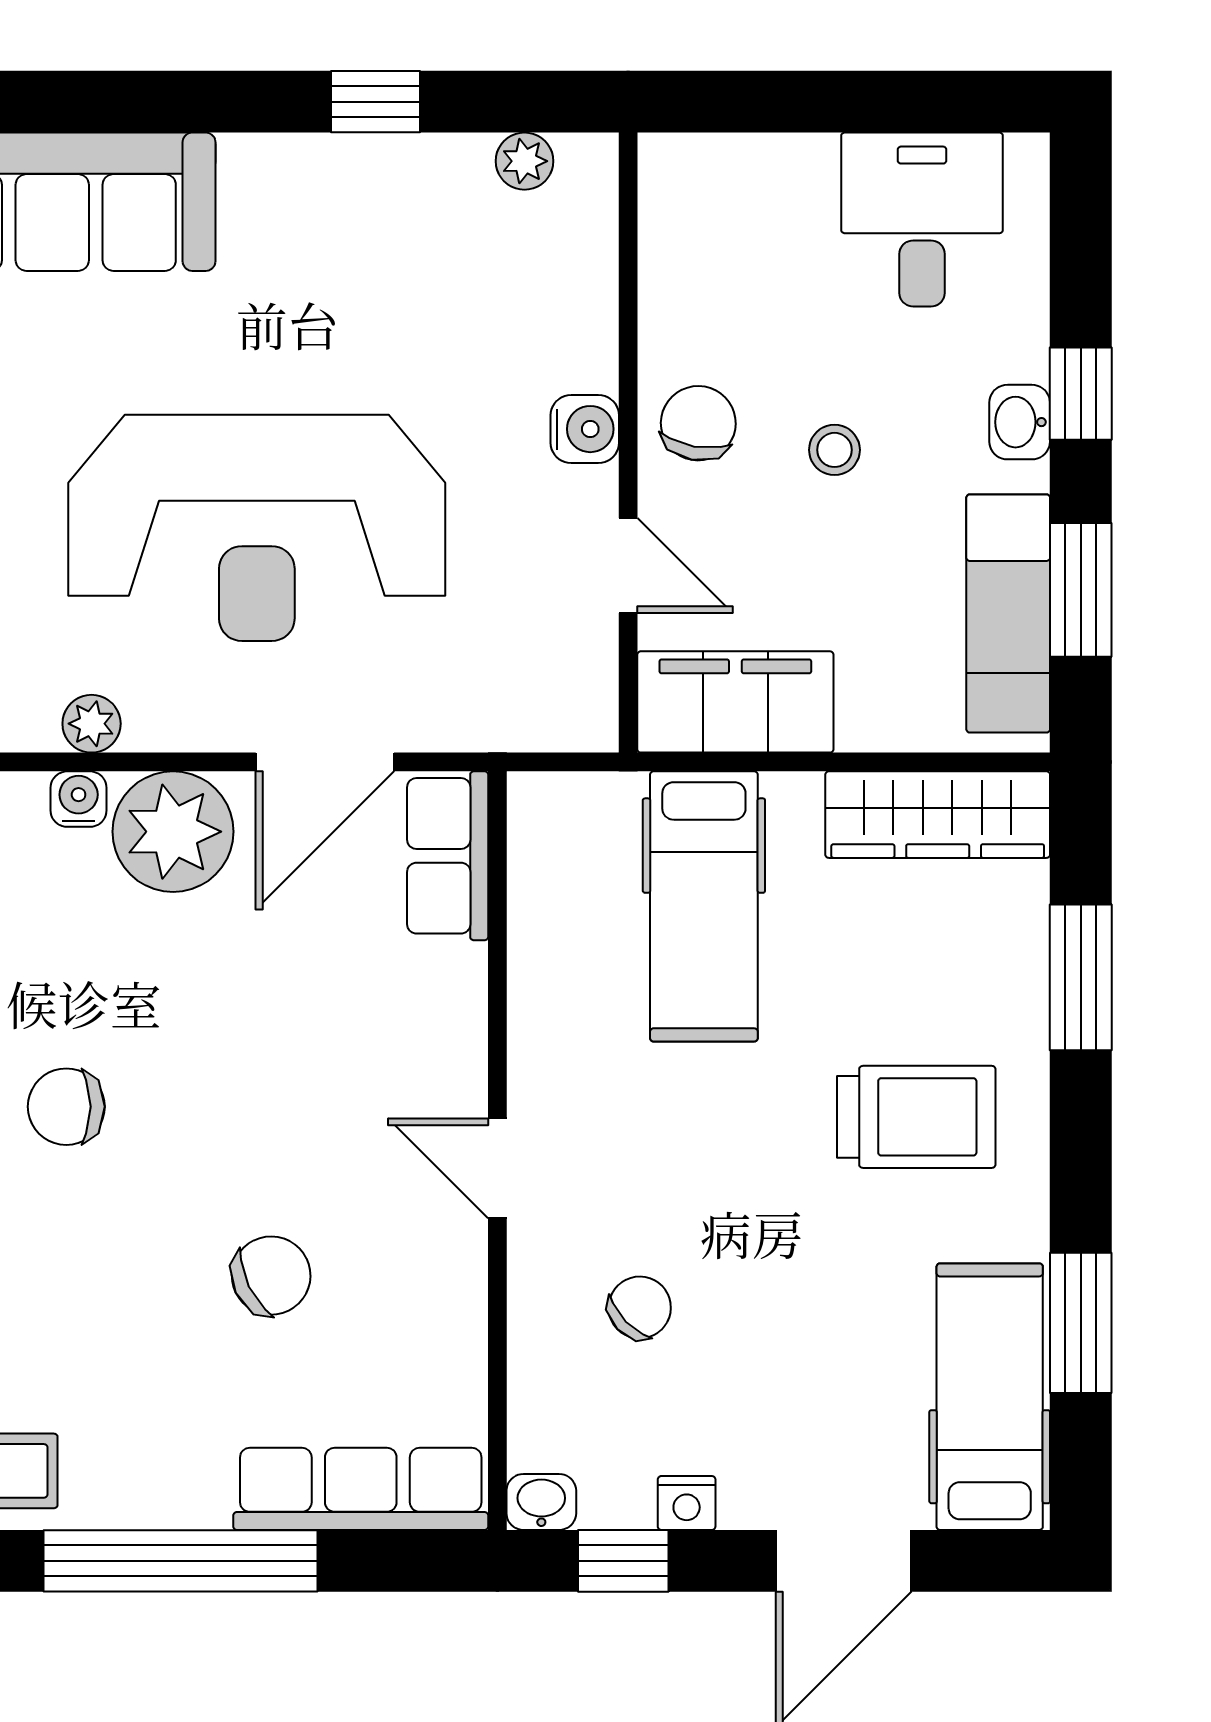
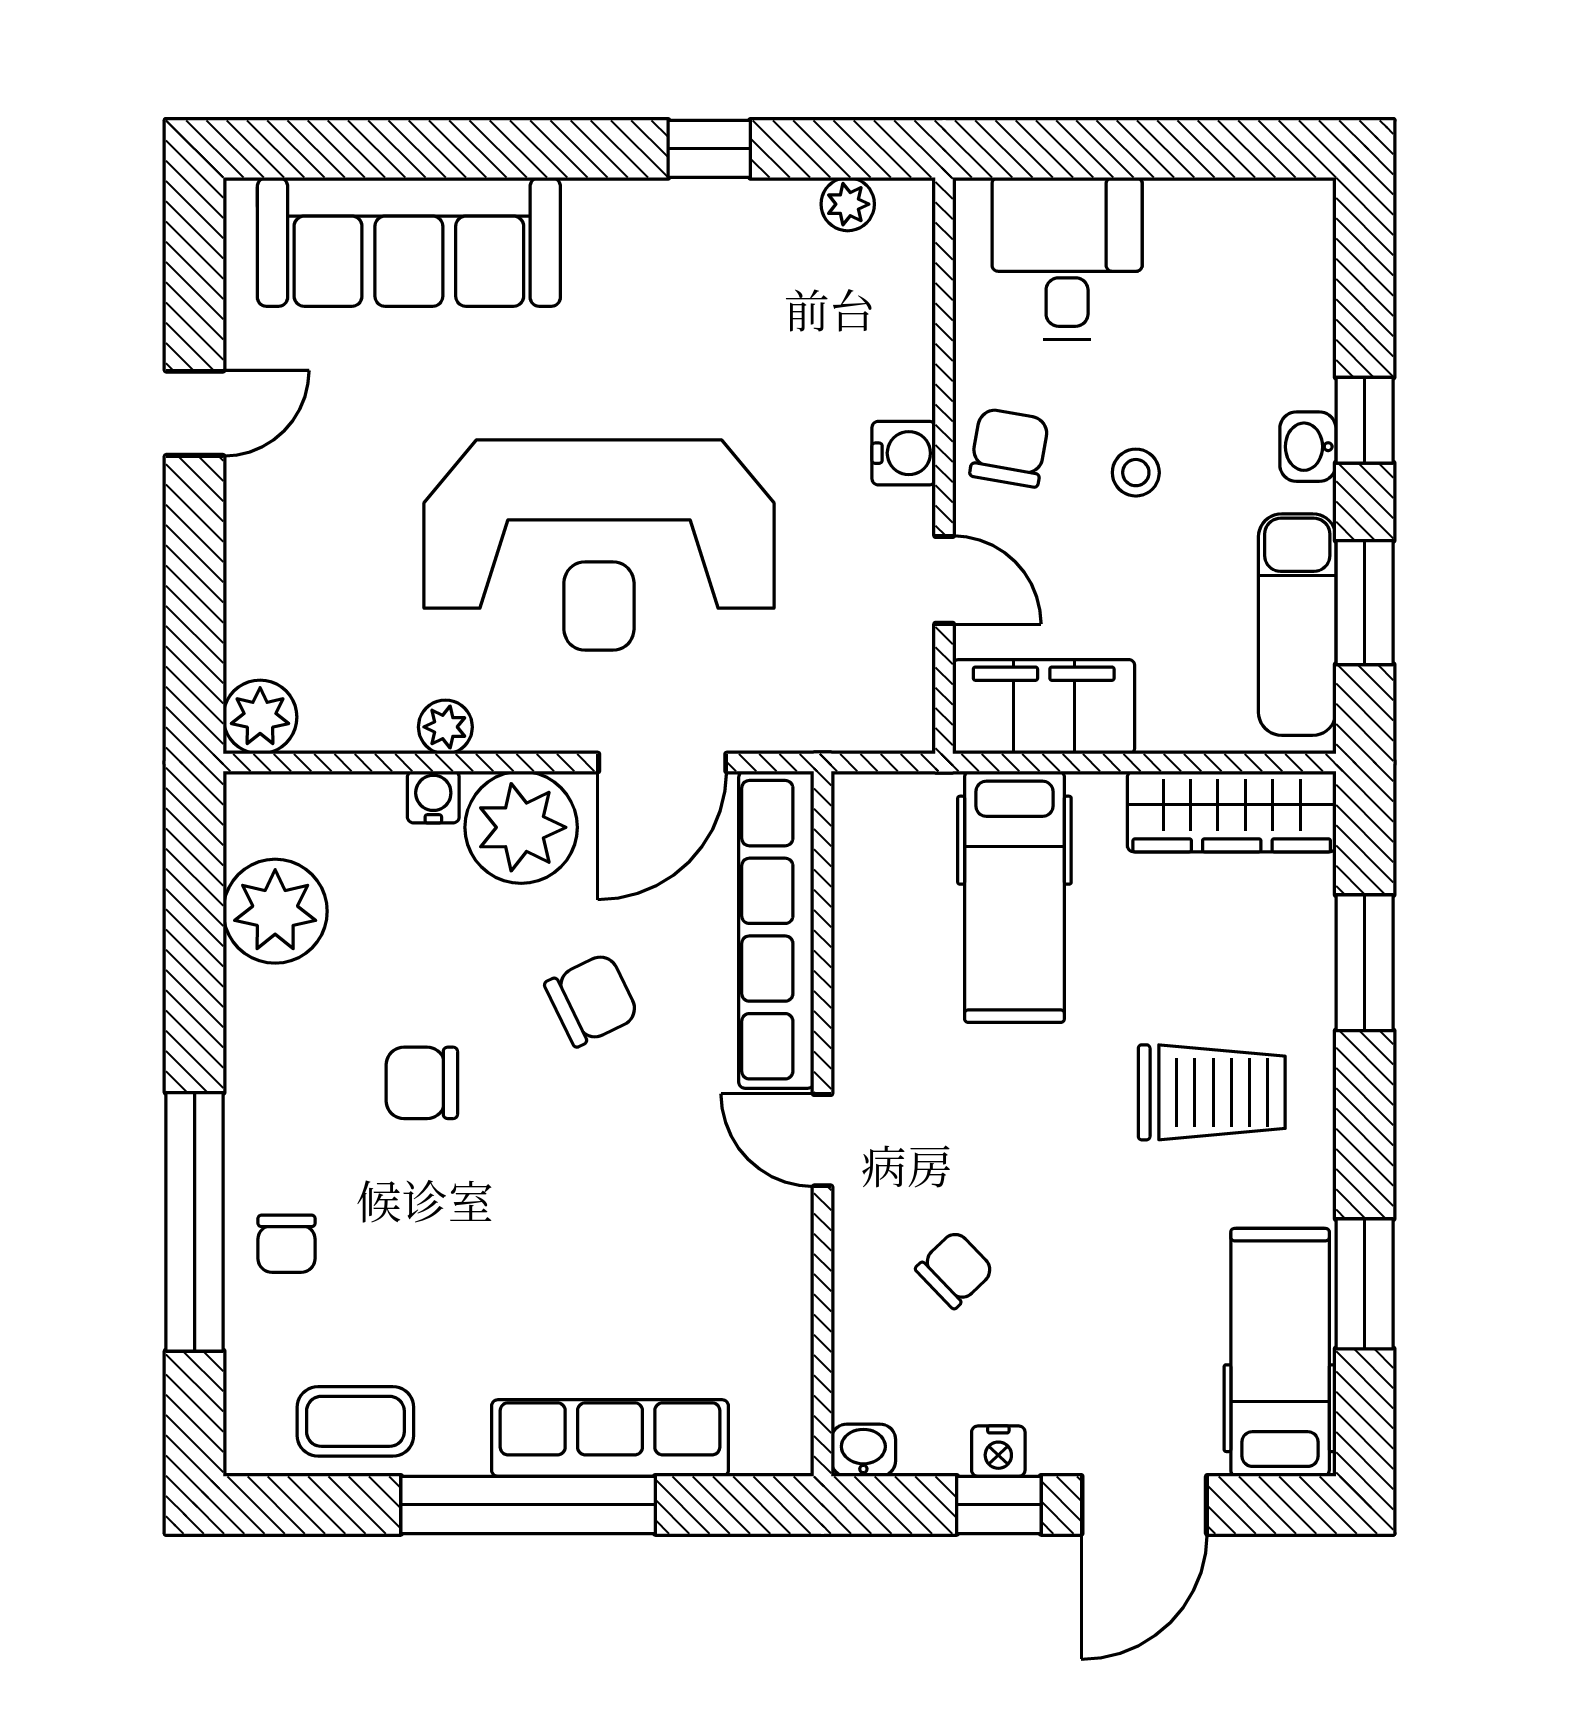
desk: (922, 219) -> (1067, 258), moved
row of seats: (448, 856) -> (776, 930), width x2.02
chair: (271, 1276) -> (592, 1000), moved
row of seats: (361, 1489) -> (610, 1438), moved
window: (623, 1561) -> (999, 1505), moved

